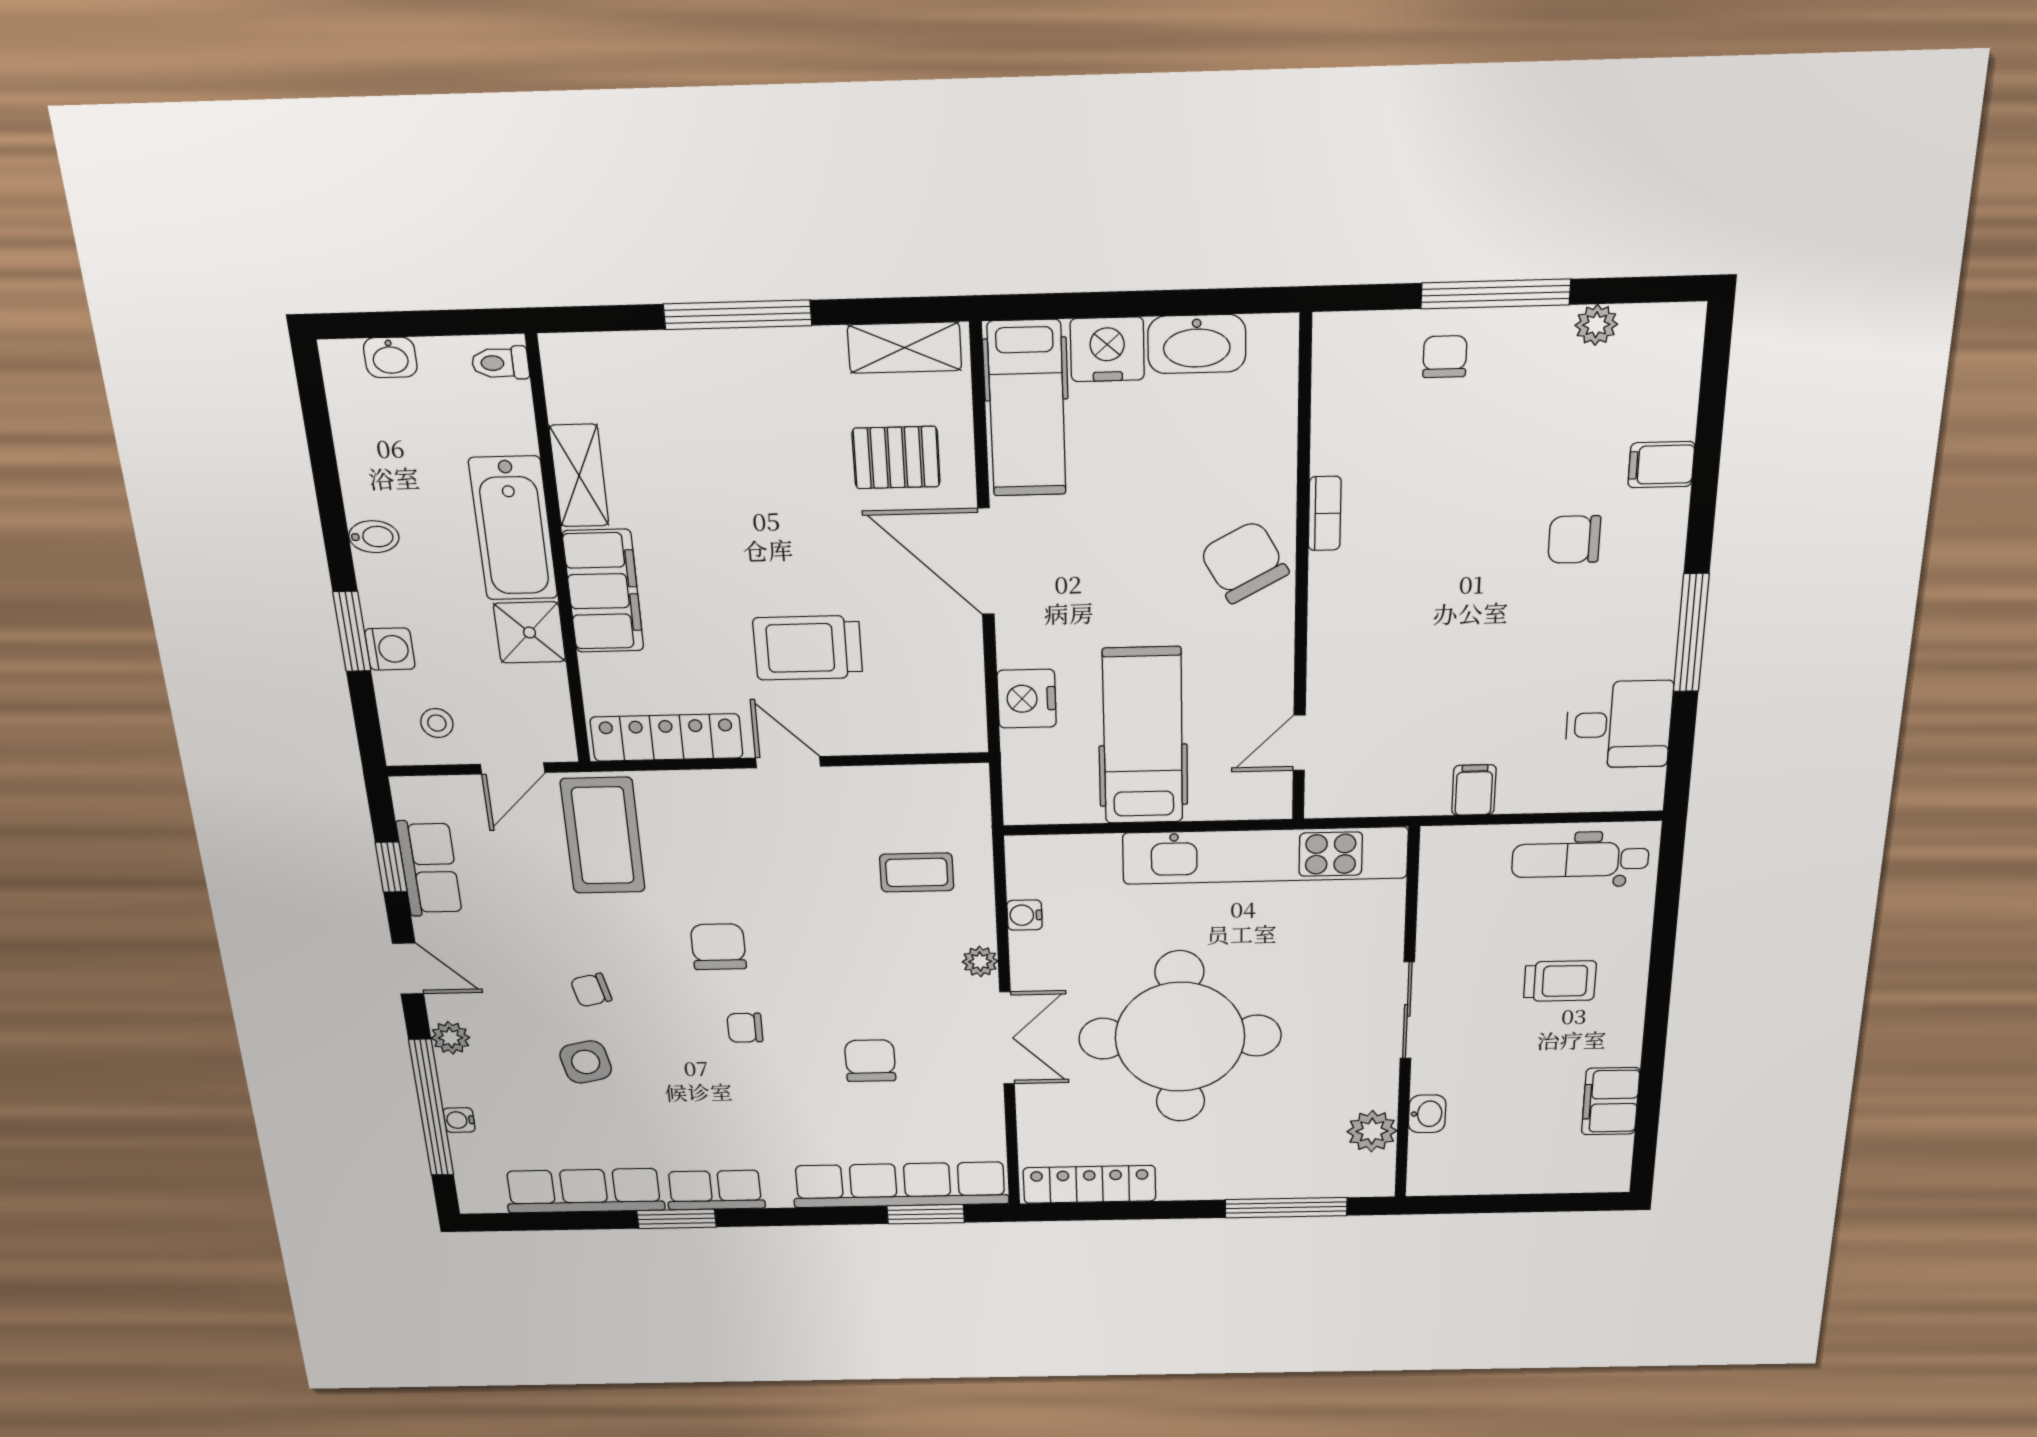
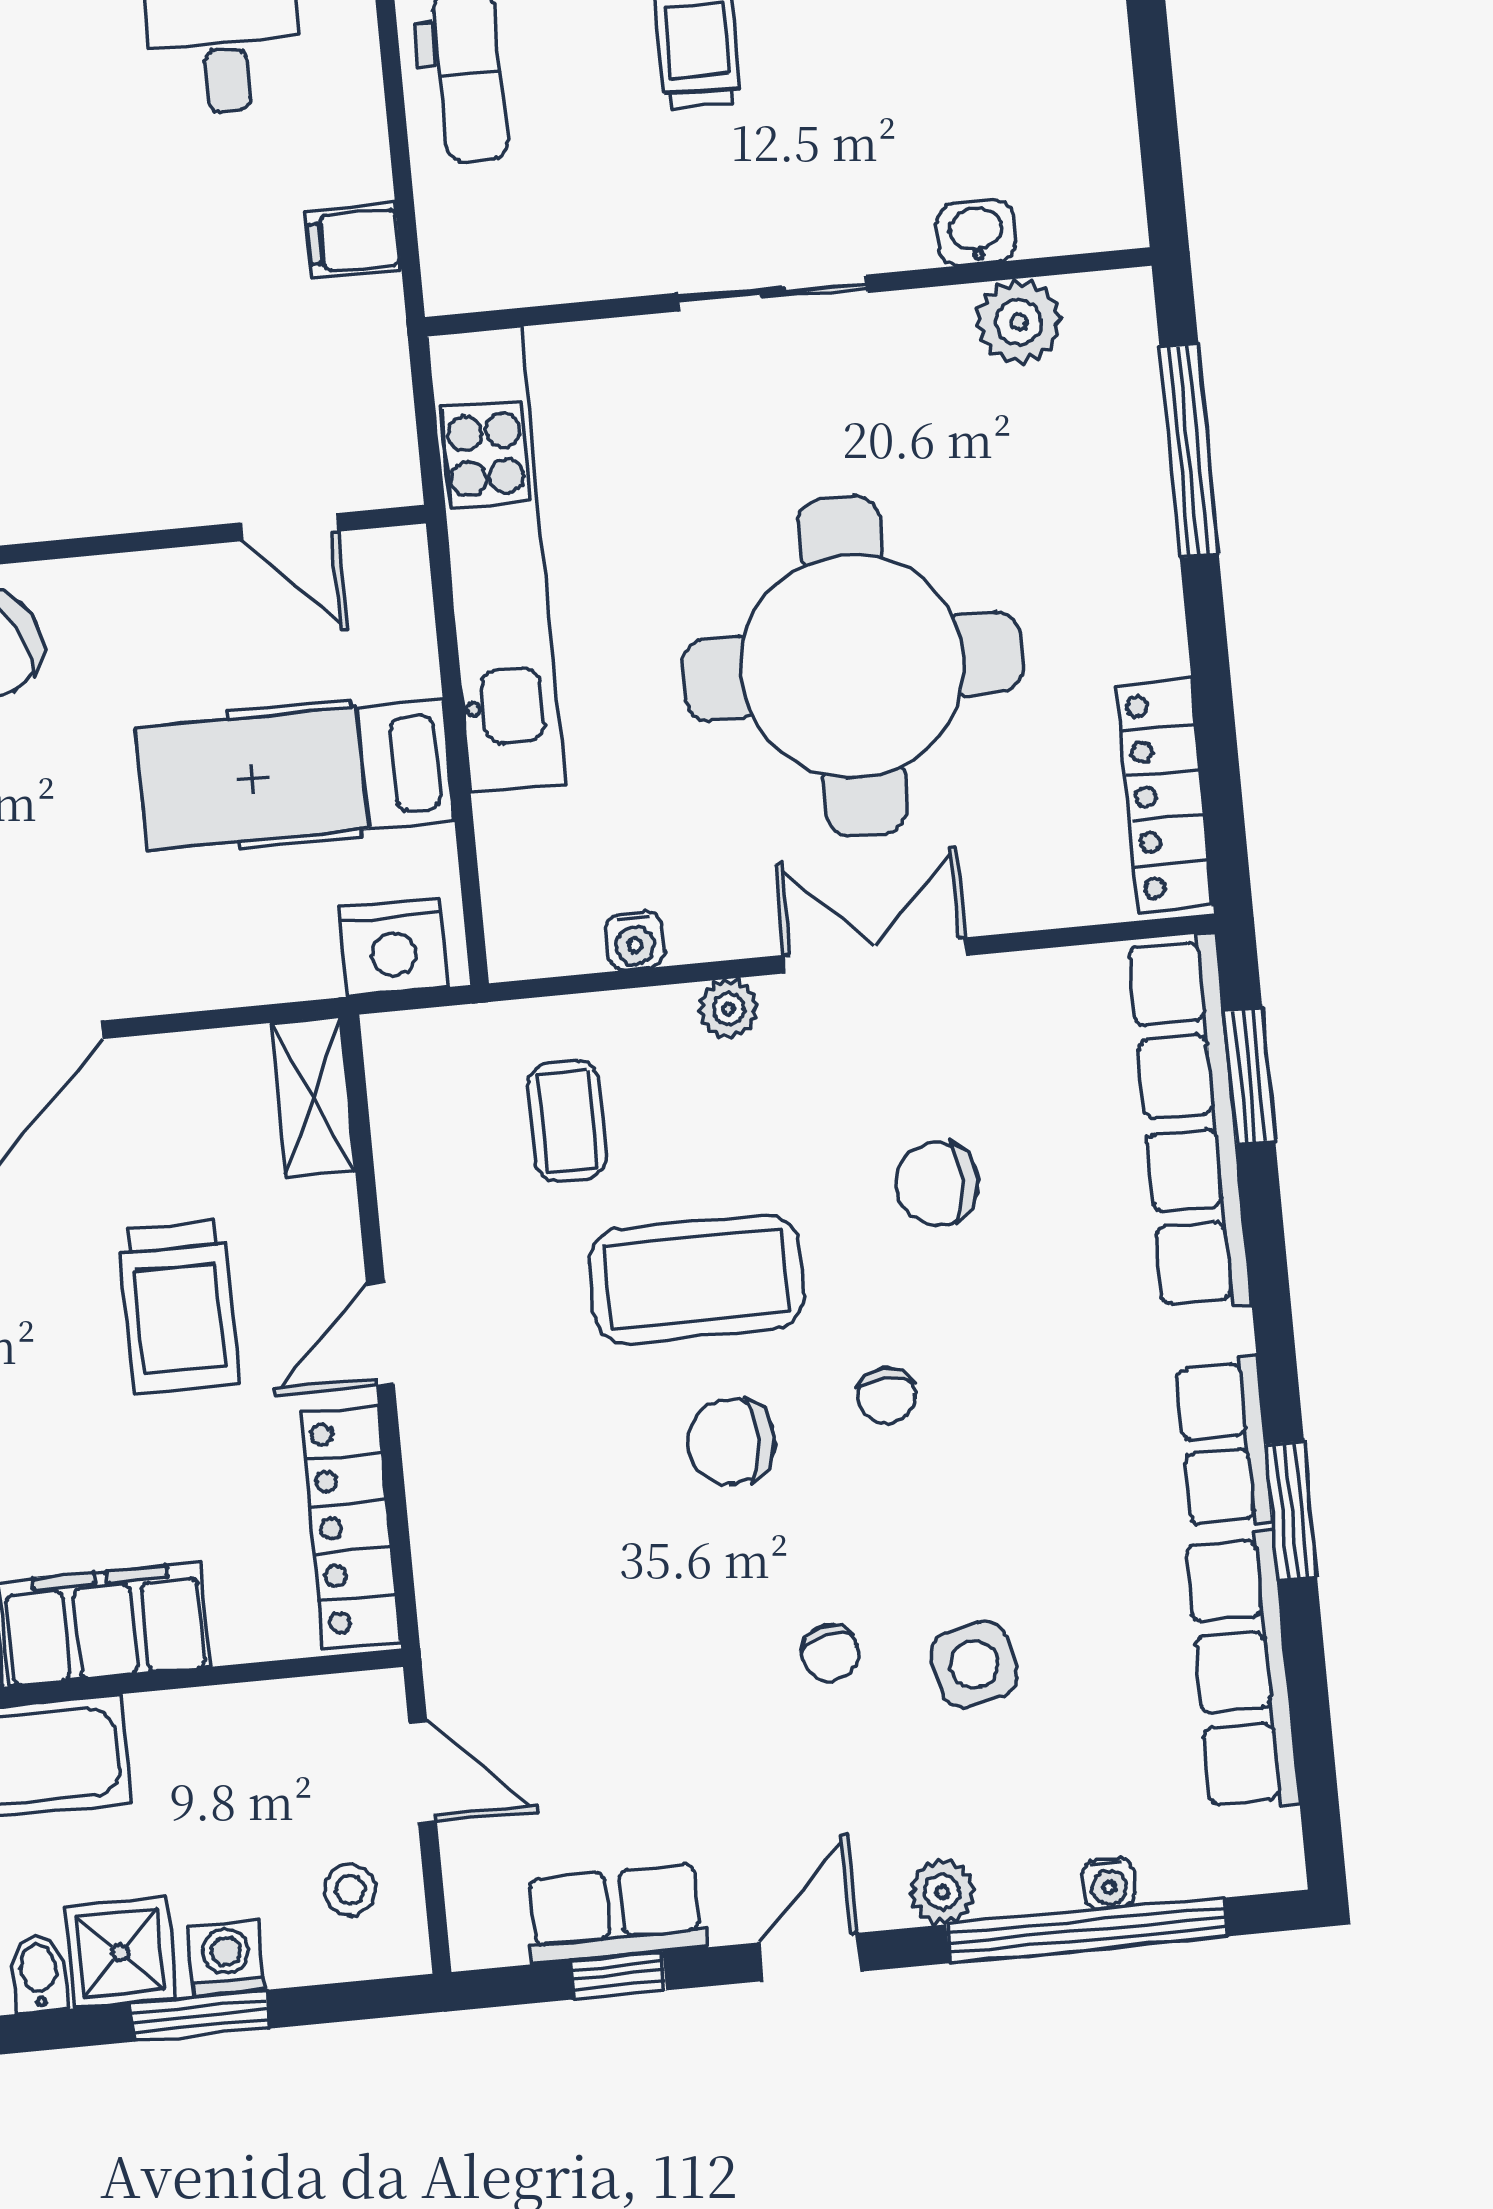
shower: (530, 632) -> (120, 1953), moved
nightstand: (1027, 699) -> (393, 947), moved
shelving: (939, 734) -> (313, 1097), added
coffee table: (603, 836) -> (697, 1279), moved

